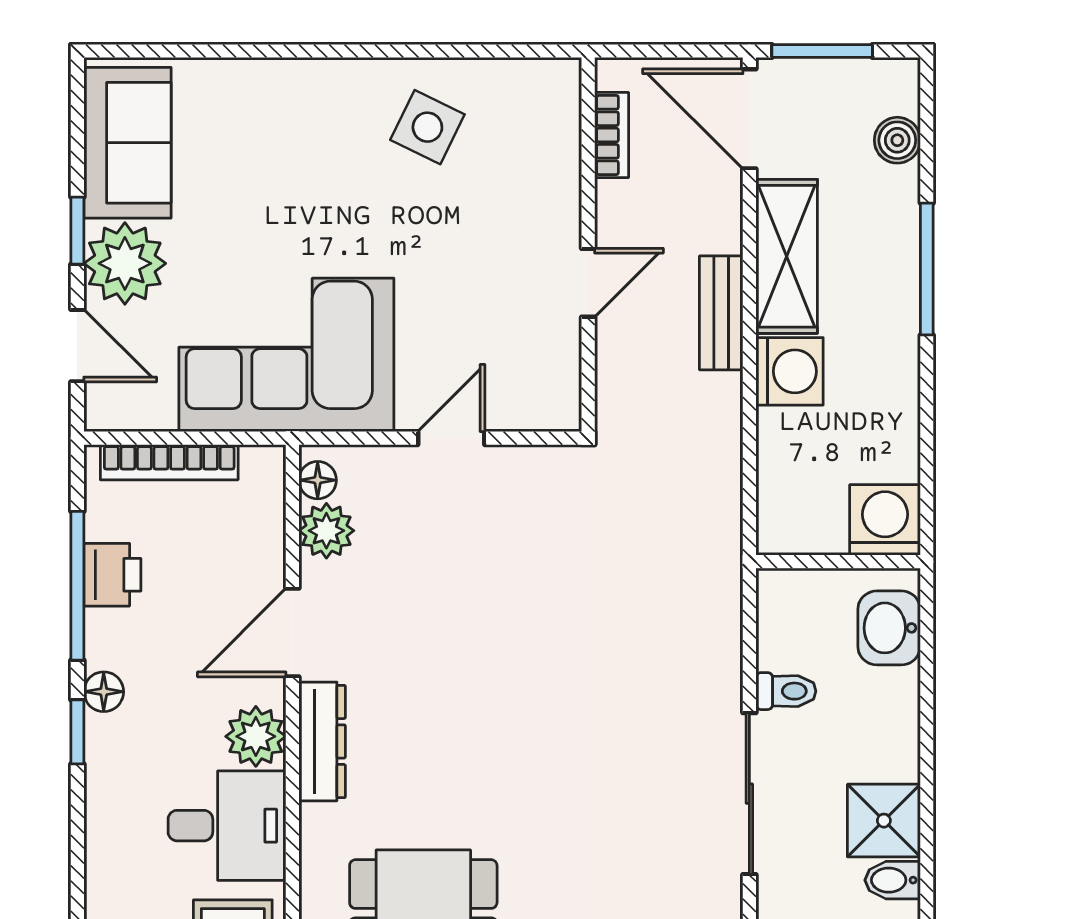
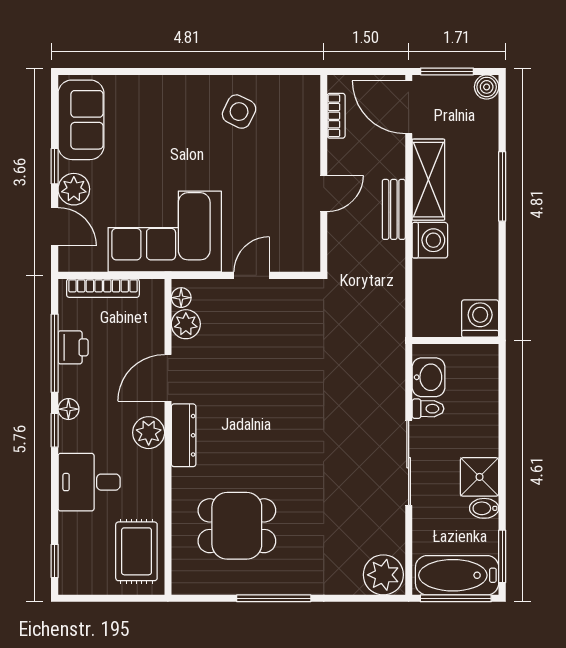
boiler: (897, 140) -> (487, 87), moved
plant: (125, 263) -> (74, 189), width x0.73, depth x0.73
washbasin: (889, 628) -> (429, 377), moved, turned 180
desk: (227, 826) -> (89, 482), moved, turned 180

